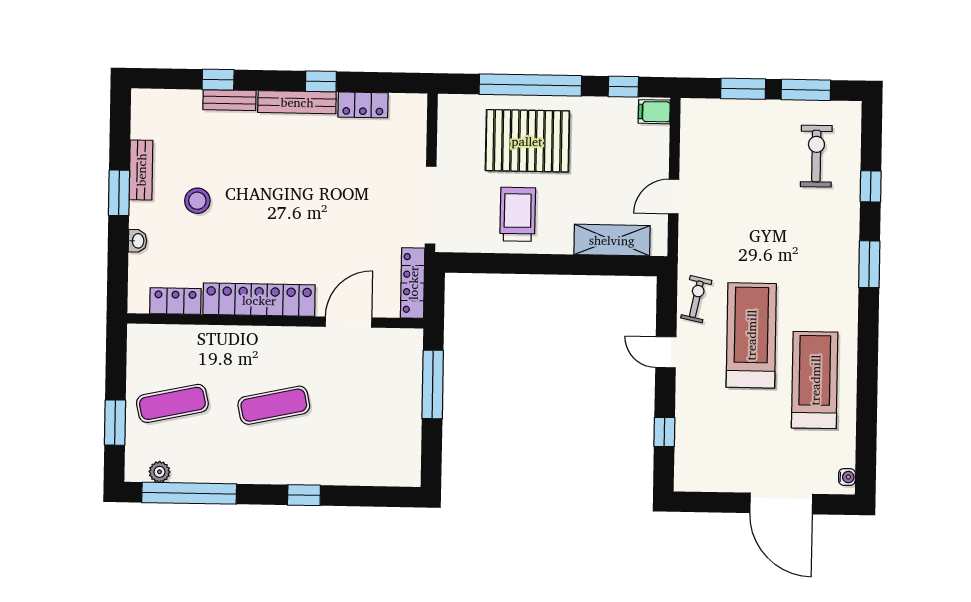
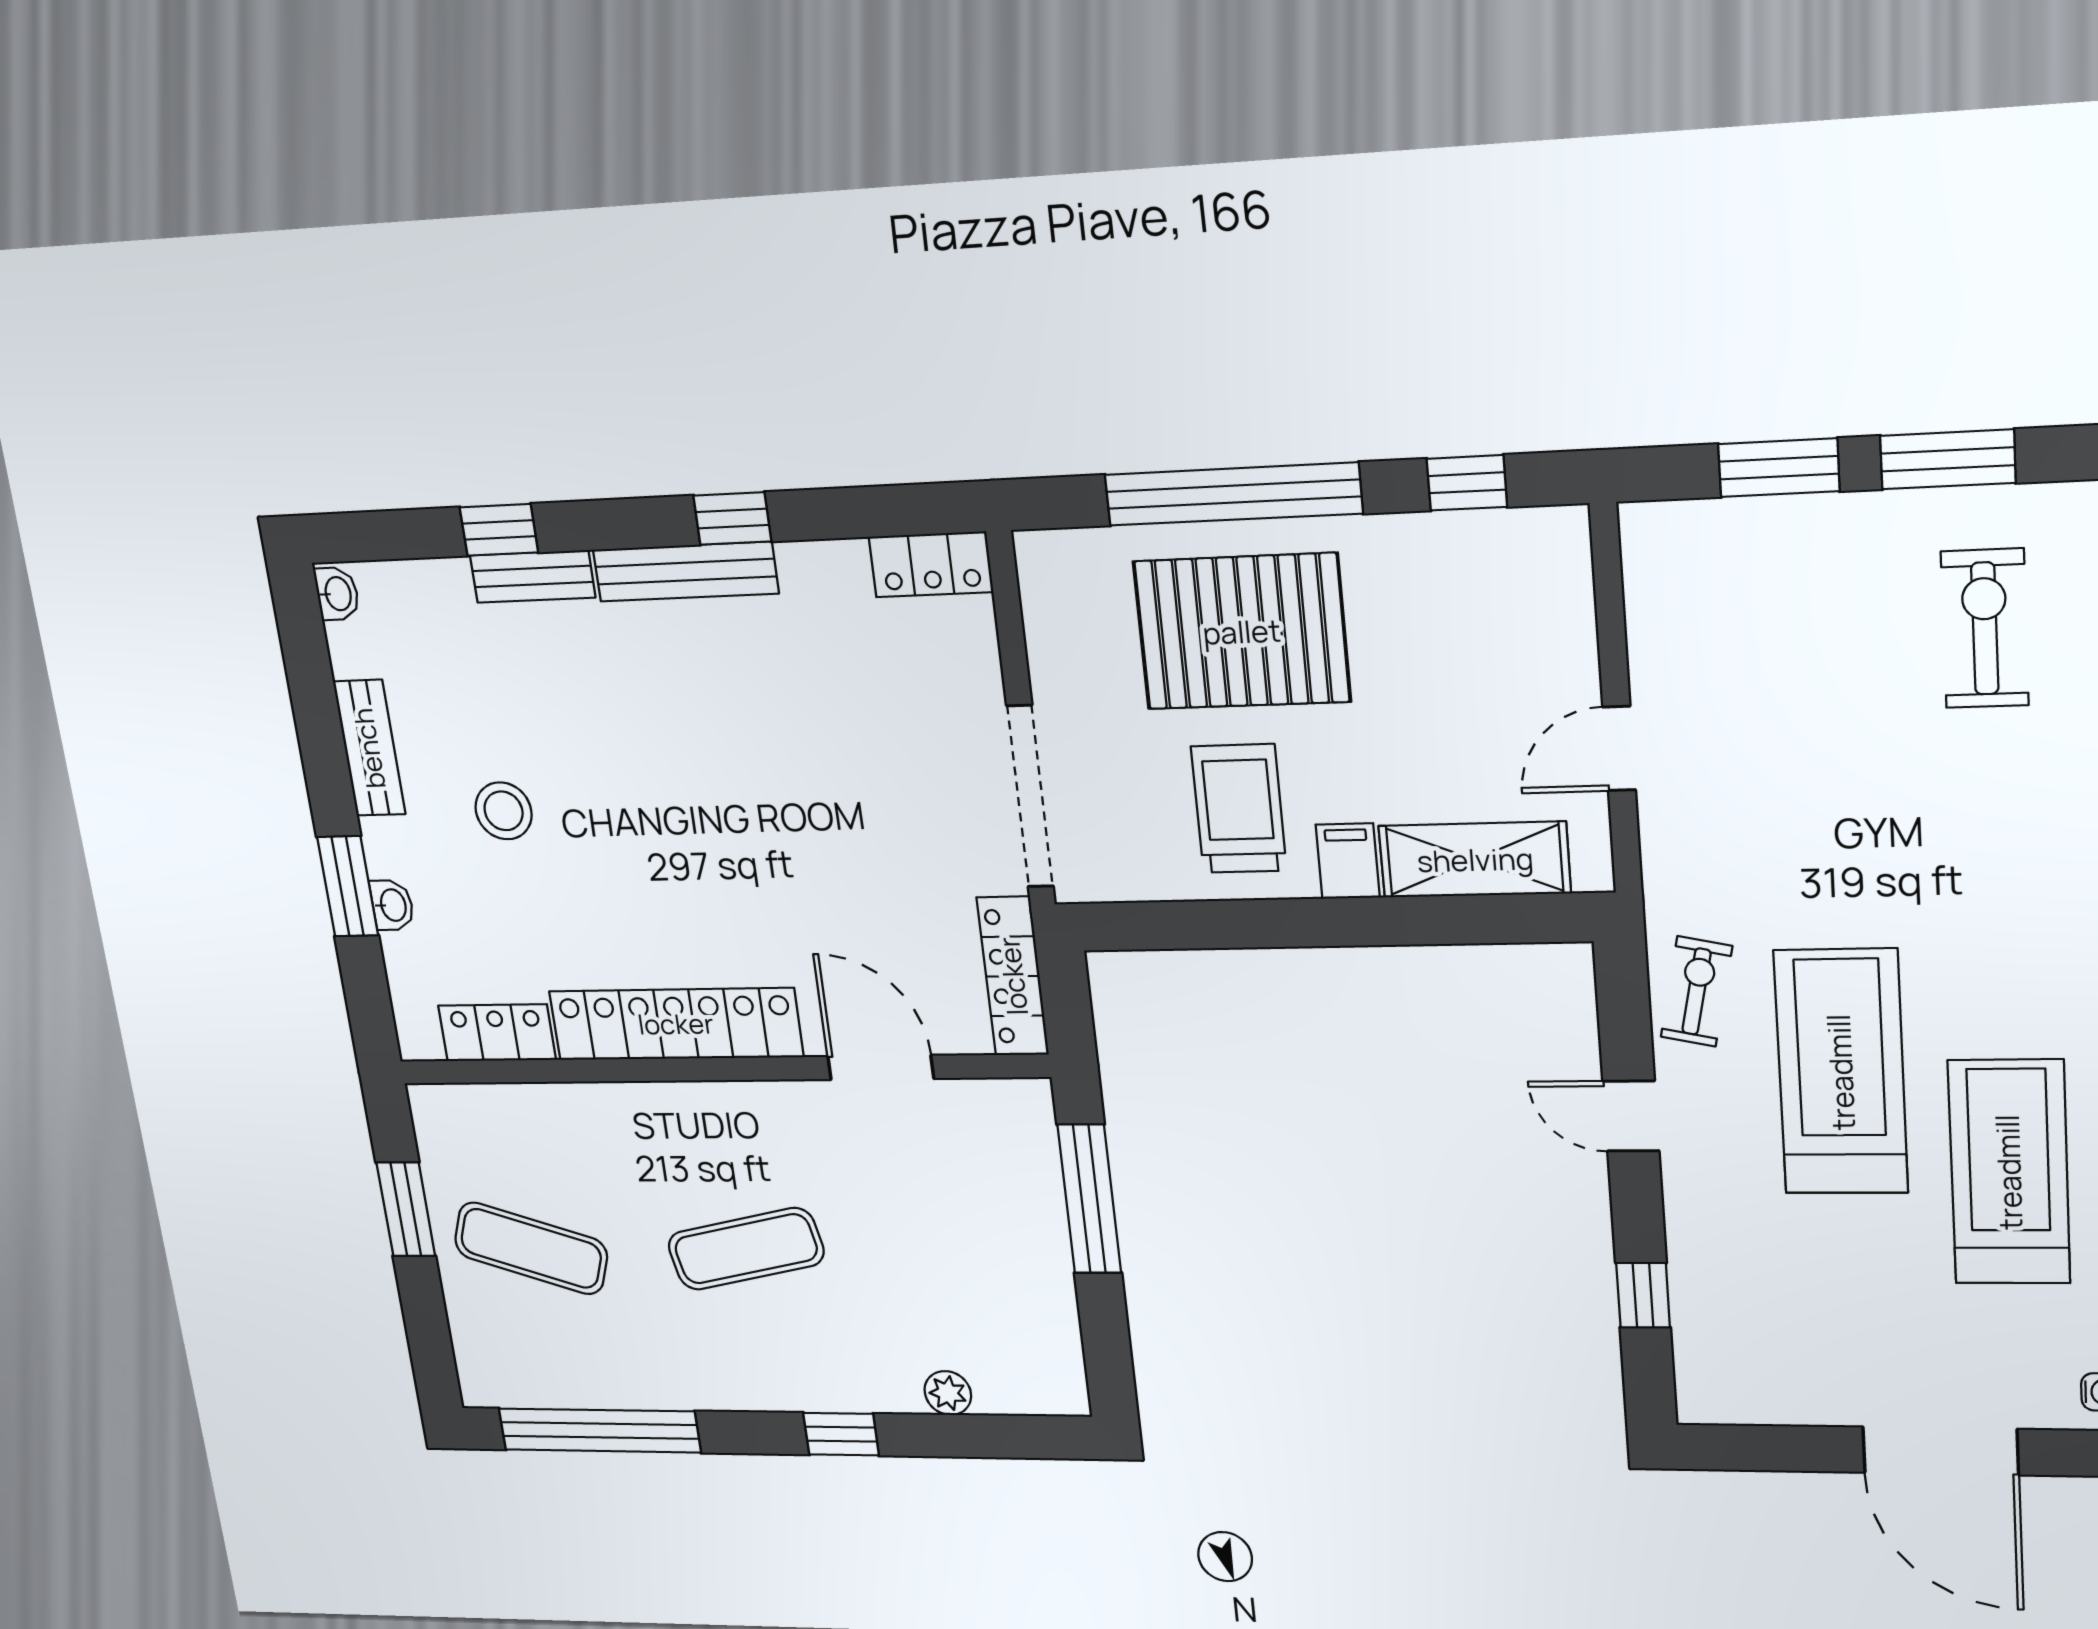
washbasin: (140, 102) -> (337, 594), added
locker: (363, 105) -> (931, 564), moved
filing cabinet: (654, 112) -> (1348, 861), moved, turned 90
window: (119, 193) -> (348, 886), moved
door: (348, 322) -> (881, 1067), hinge flipped
exercise mat: (172, 403) -> (531, 1248), turned 30
window: (115, 423) -> (406, 1209), moved
plant: (159, 472) -> (948, 1393), moved

